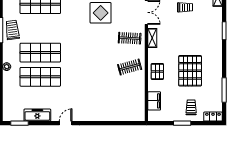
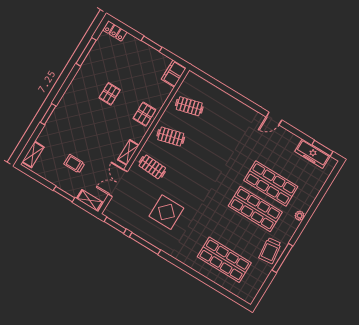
pallet: (190, 71) -> (110, 94), width x0.49, depth x0.50
clothes rail: (130, 96) -> (189, 106), added
filing cabinet: (154, 101) -> (174, 74), moved
trolley: (191, 107) -> (132, 55), removed
freezer: (37, 115) -> (312, 154), moved

